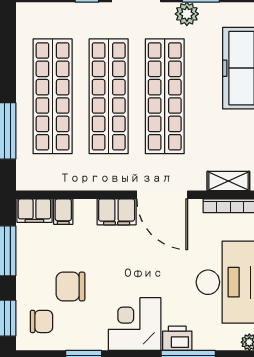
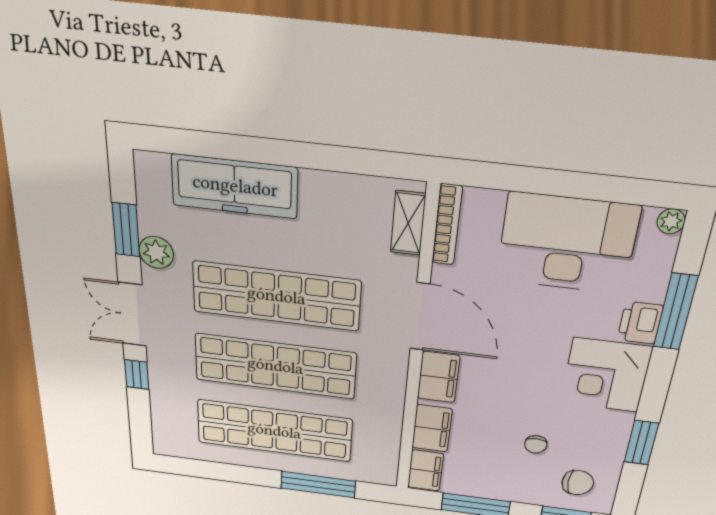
door: (162, 195) -> (420, 317), hinge flipped
filing cabinet: (63, 212) -> (432, 428), width x2.00
chair: (70, 286) -> (536, 444), width x0.54, depth x0.54
chair: (42, 321) -> (578, 483), turned 90

